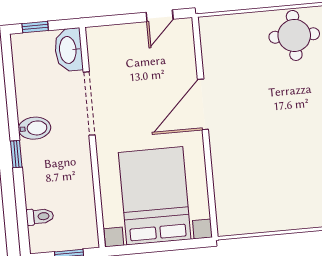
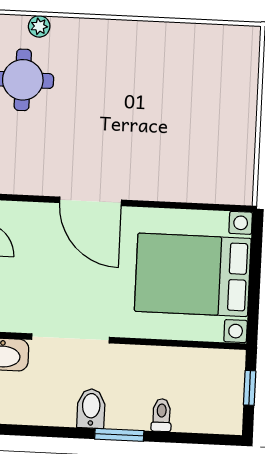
window: (16, 154) -> (119, 435), width x1.50
toilet: (40, 217) -> (161, 415), moved

